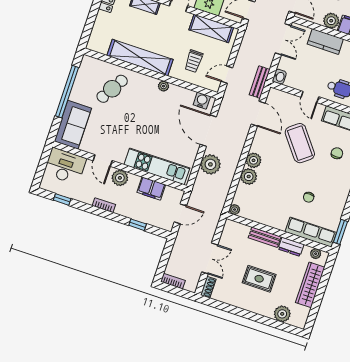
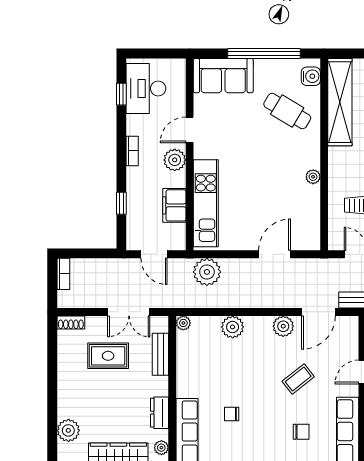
shelving: (140, 58) -> (340, 102), moved
water cooler: (202, 101) -> (311, 76), moved
door: (208, 131) -> (275, 254), width x0.73
coffee table: (300, 143) -> (298, 379), width x0.54, depth x0.58
plant: (254, 160) -> (283, 326), moved
plant: (210, 164) -> (207, 272), moved
desk: (65, 166) -> (146, 88), moved, turned 180
bench: (265, 237) -> (160, 354), moved
double door: (210, 258) -> (129, 312), moved
rug: (259, 279) -> (108, 356), moved, turned 90

